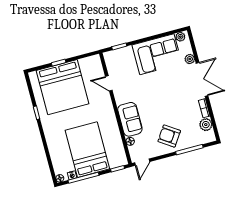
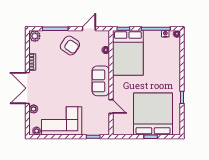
sofa: (130, 119) -> (101, 81), moved
plant: (206, 125) -> (35, 36), moved
bed: (87, 150) -> (128, 53), moved
door: (142, 162) -> (89, 29), moved

